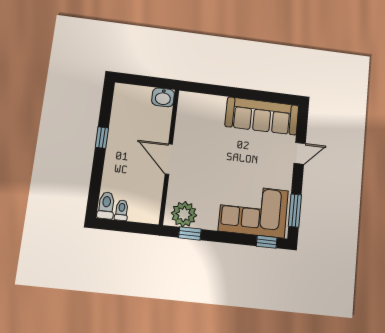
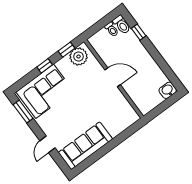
washbasin: (163, 97) -> (168, 90), moved
window: (102, 138) -> (139, 32), moved
window: (267, 242) -> (45, 66), moved

